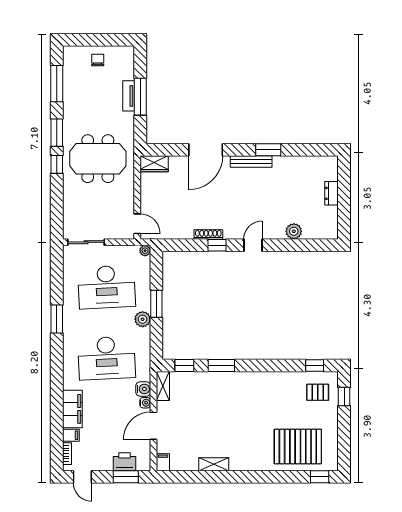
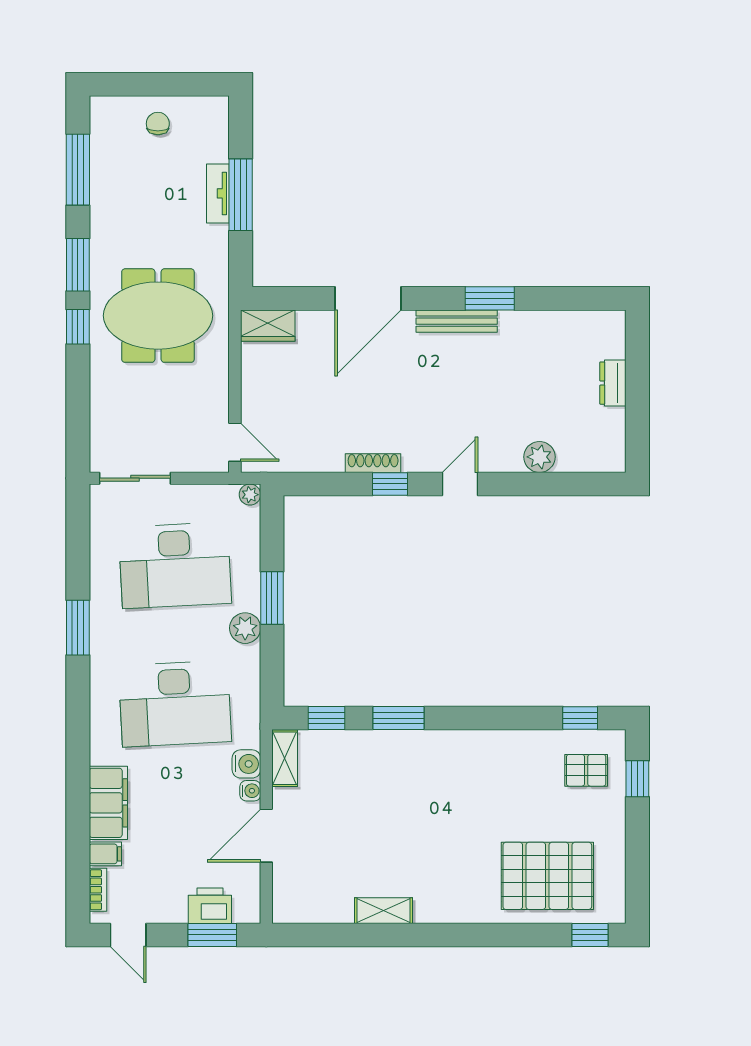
filing cabinet: (163, 462) -> (285, 907), removed

